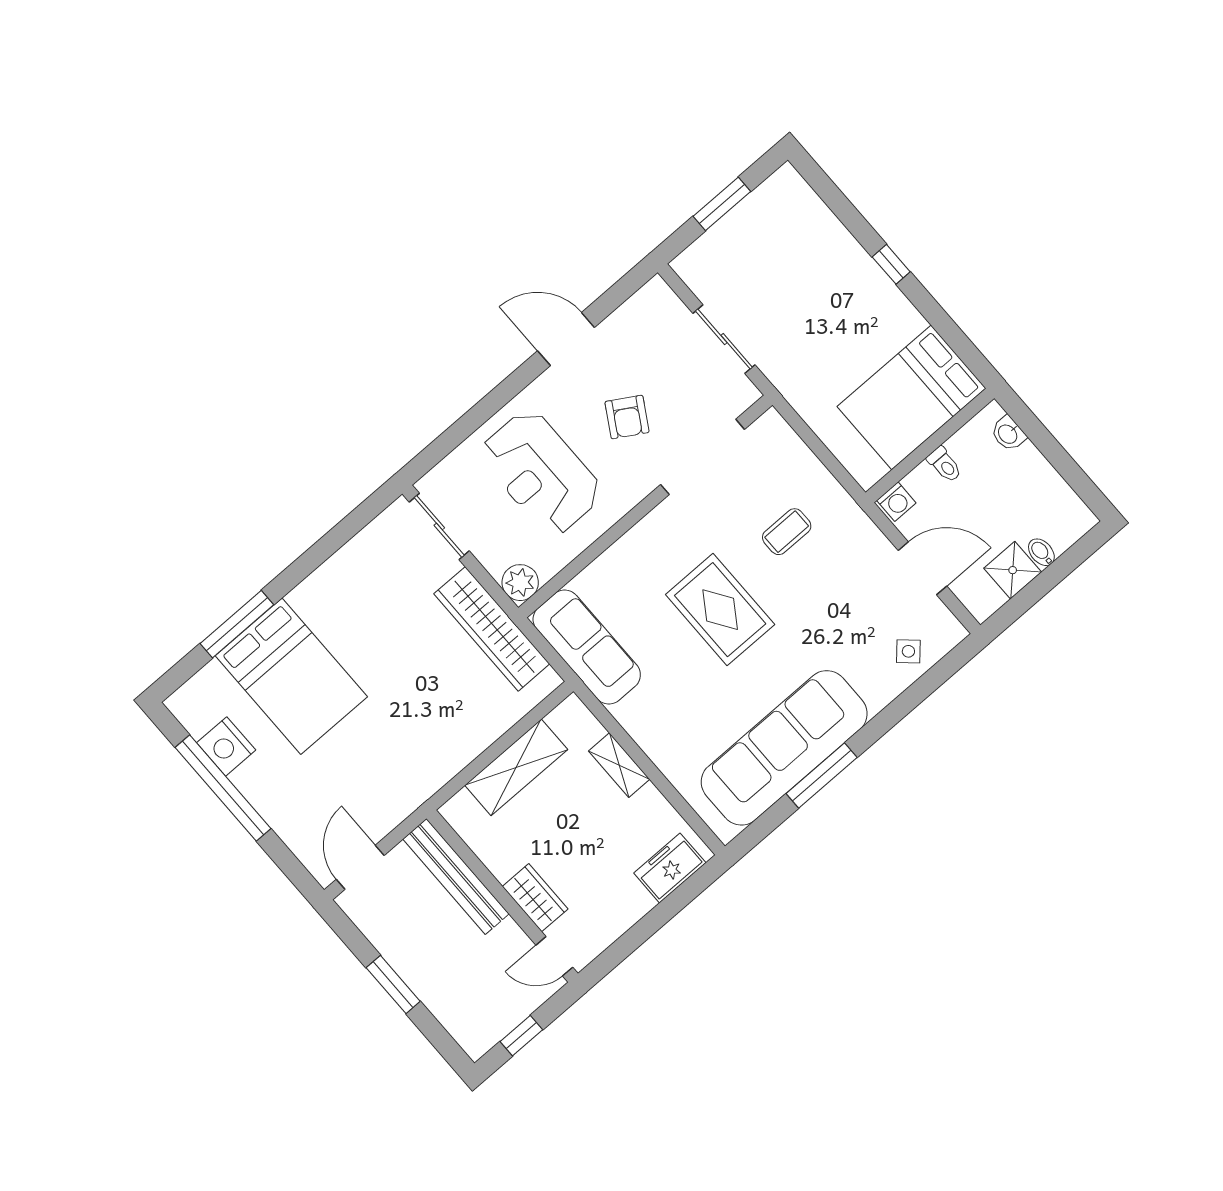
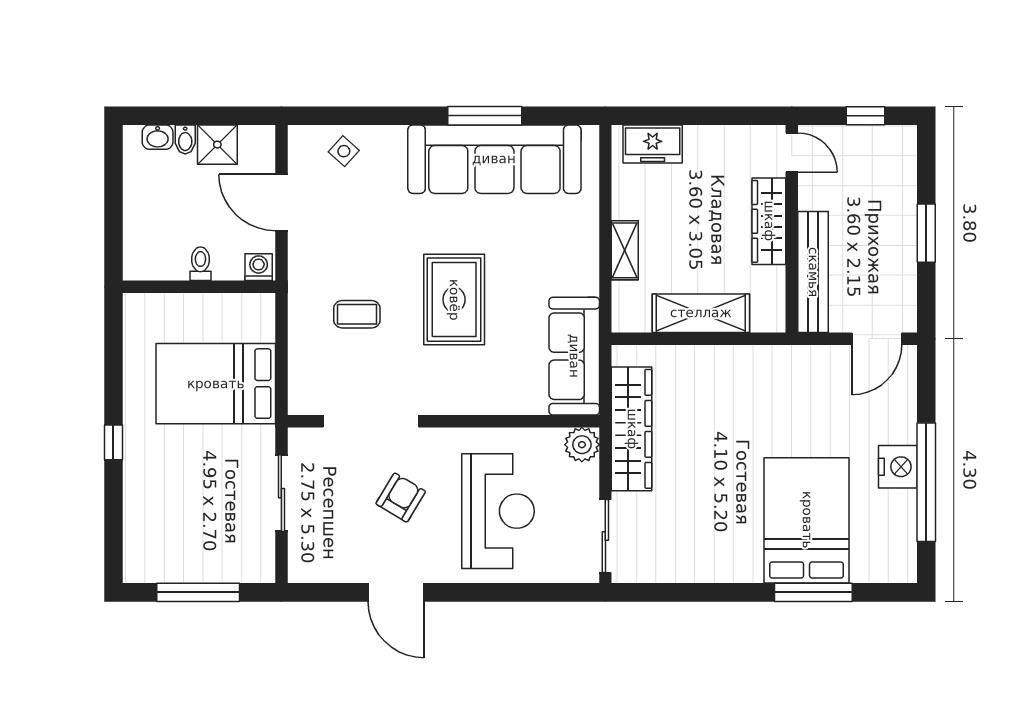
window: (722, 204) -> (198, 592), width x1.44
bed: (911, 397) -> (216, 384), moved, turned 180
washbasin: (1008, 434) -> (158, 137), moved, turned 90
nightstand: (226, 746) -> (898, 467), moved
wardrobe: (535, 898) -> (769, 221), width x1.50

